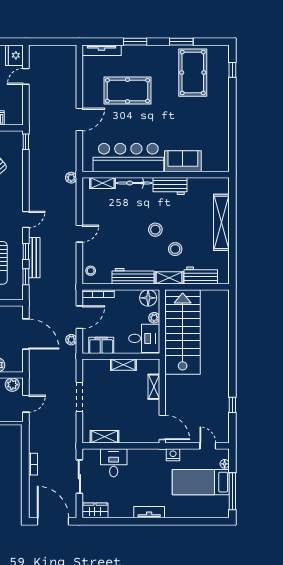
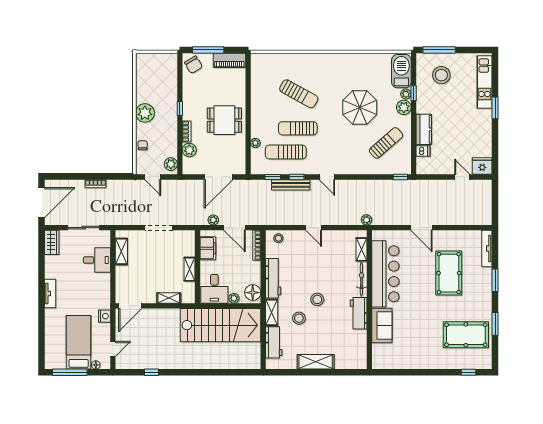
shelving: (221, 222) -> (316, 362), width x0.68

